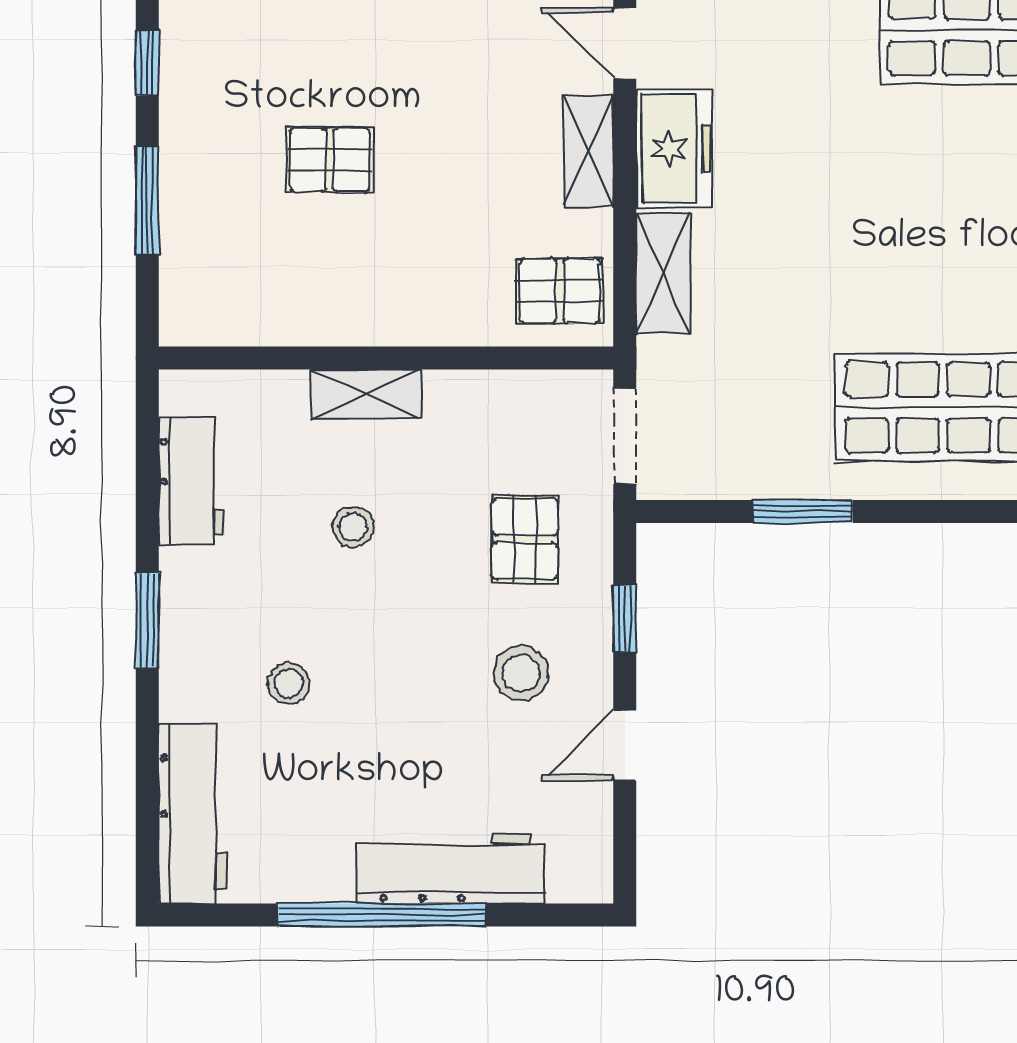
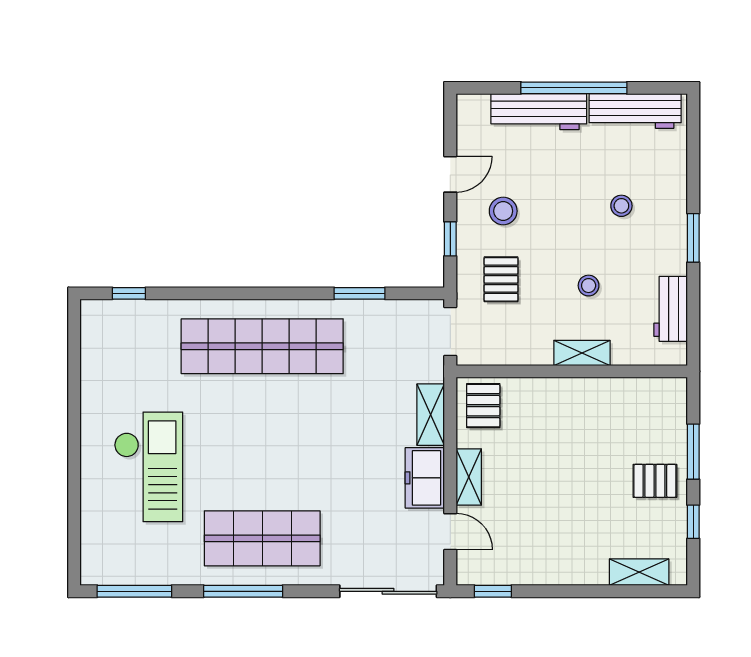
pallet: (330, 160) -> (655, 481), moved
pallet: (560, 291) -> (483, 406), turned 90
workbench: (193, 813) -> (635, 111), moved, turned -90

